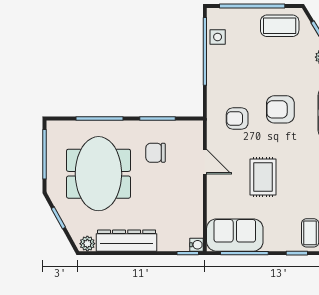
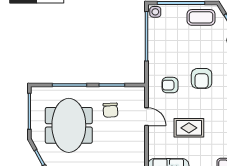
side table: (218, 37) -> (155, 12), moved
armchair: (280, 109) -> (202, 78), turned -90
chair: (156, 153) -> (110, 110), turned -93
rug: (263, 177) -> (189, 128), turned 90

